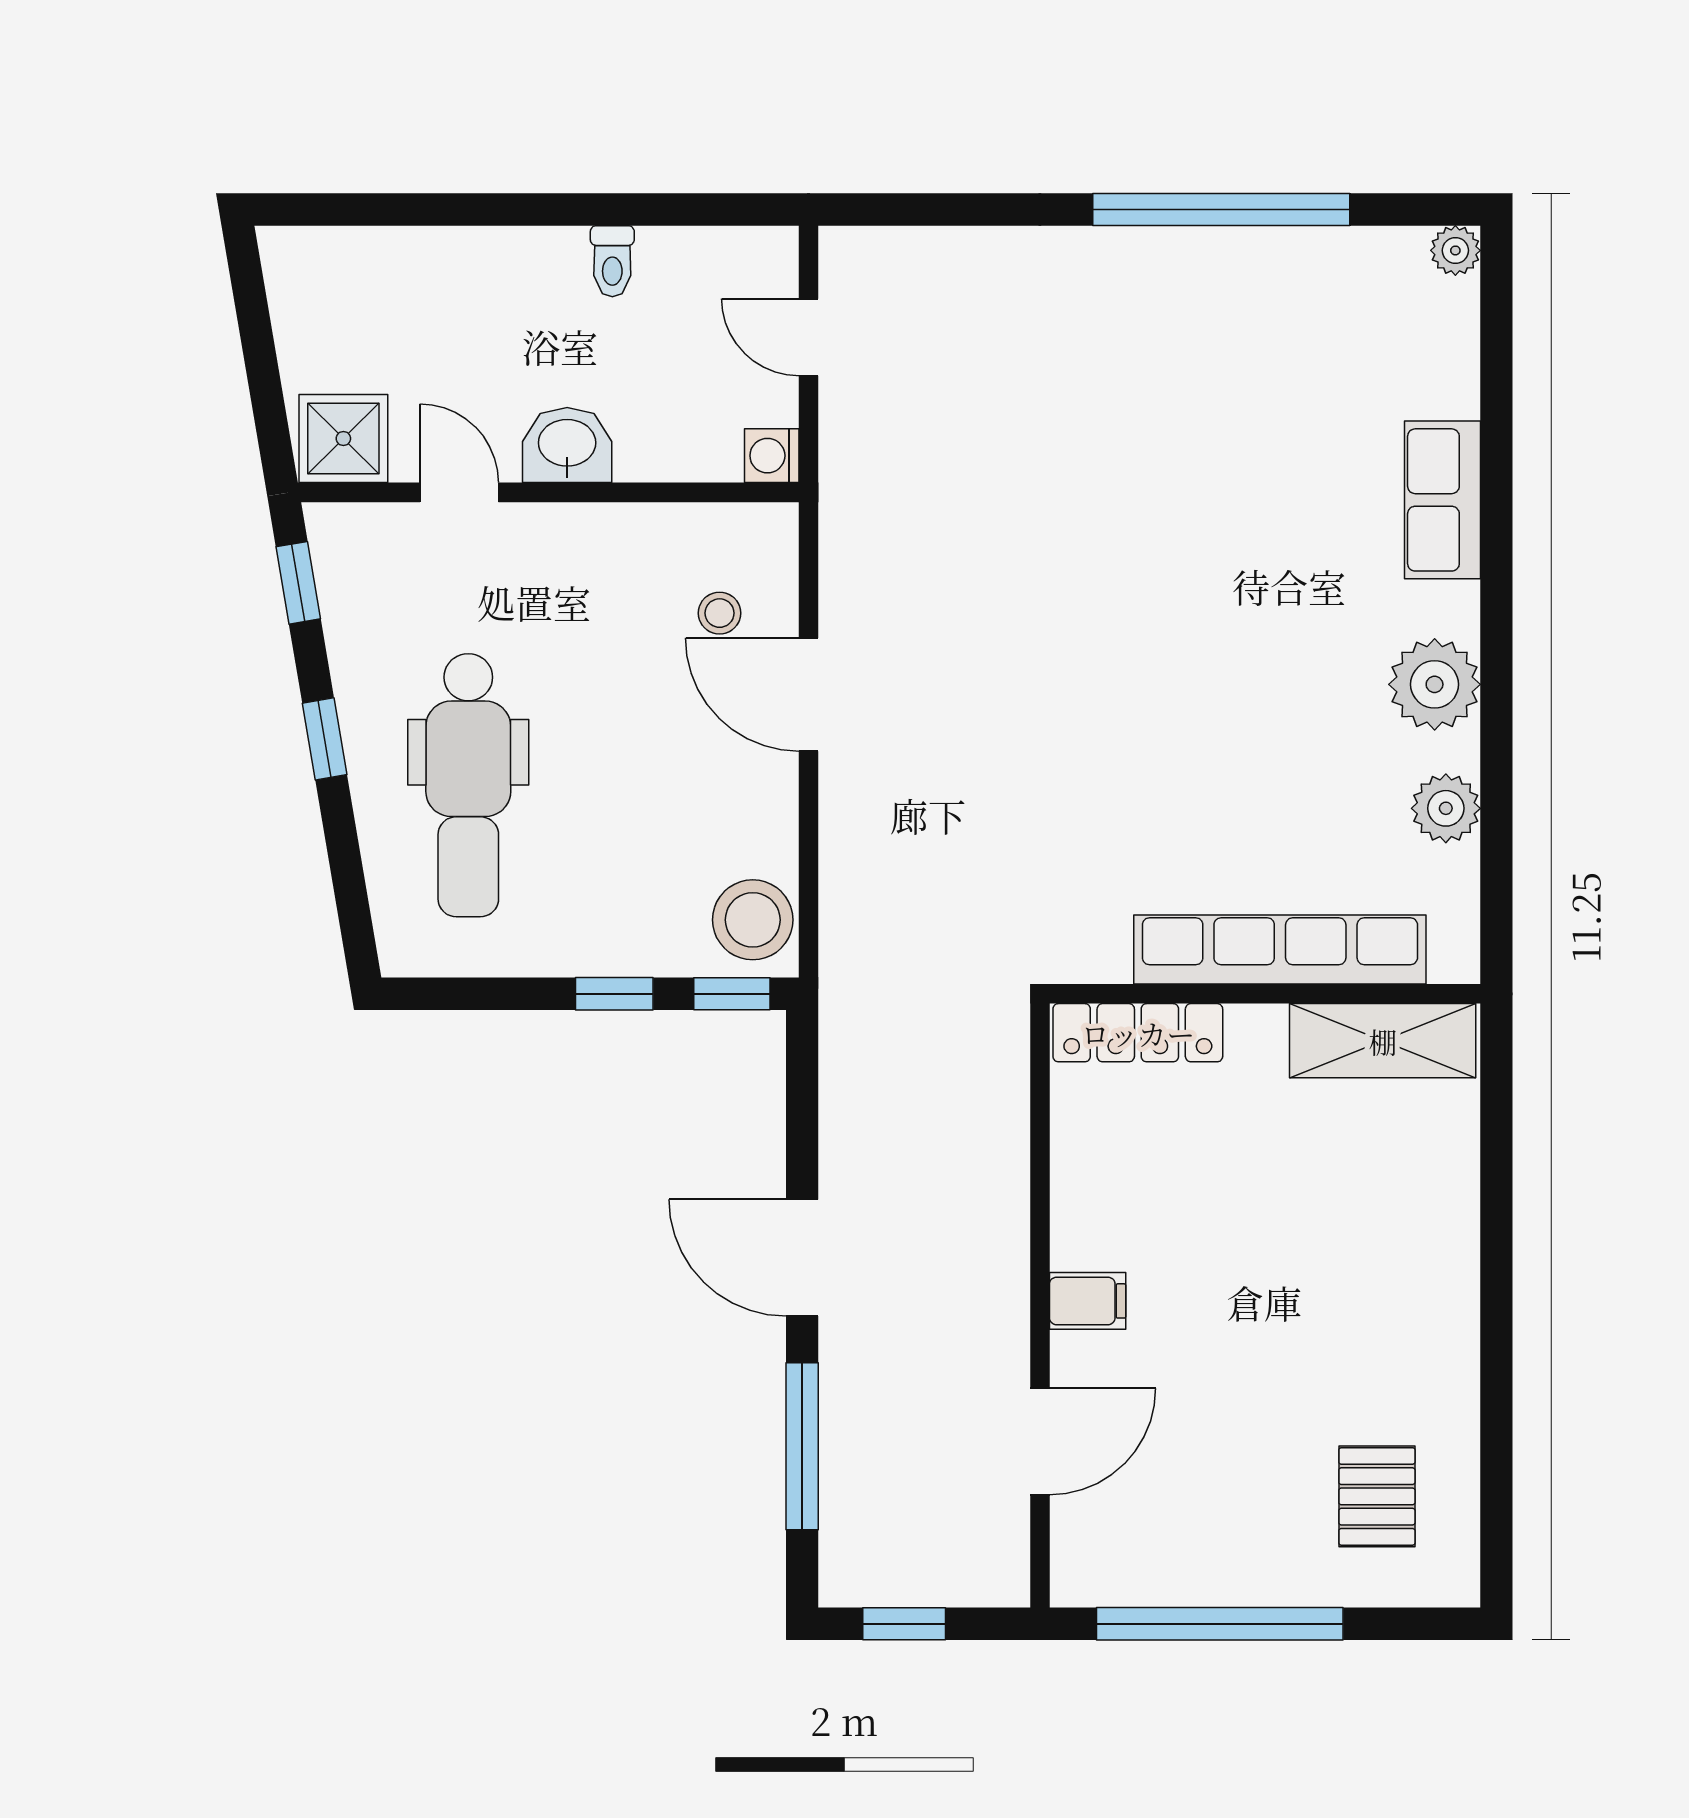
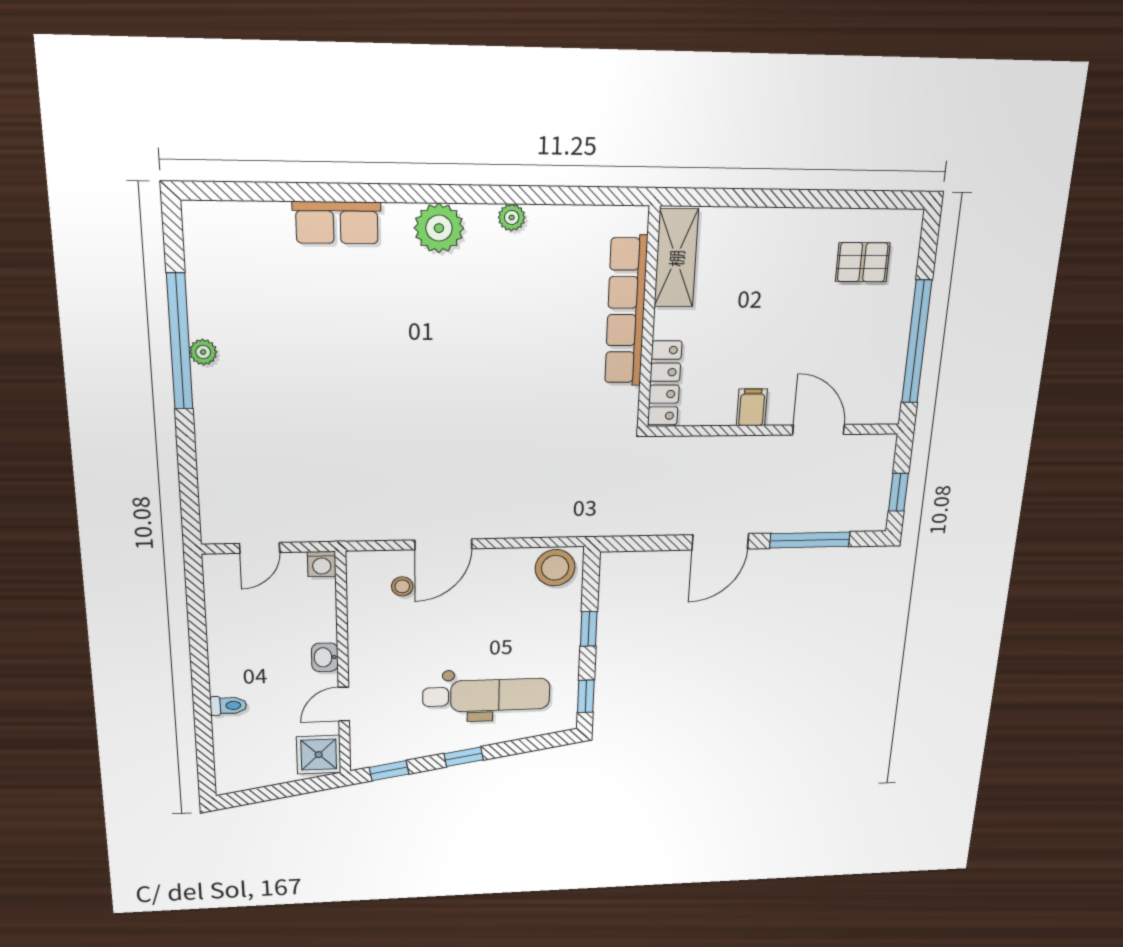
plant: (1455, 250) -> (203, 352), moved
toilet: (612, 261) -> (228, 706), moved
washbasin: (567, 445) -> (325, 657), width x0.72, depth x0.69
plant: (1446, 808) -> (512, 217), width x0.73, depth x0.73
row of seats: (1280, 950) -> (626, 311), moved
window: (732, 994) -> (586, 696), moved
wall: (1265, 994) -> (648, 319), moved
locker: (1138, 1033) -> (665, 383), moved
shelving: (1383, 1041) -> (676, 258), moved

